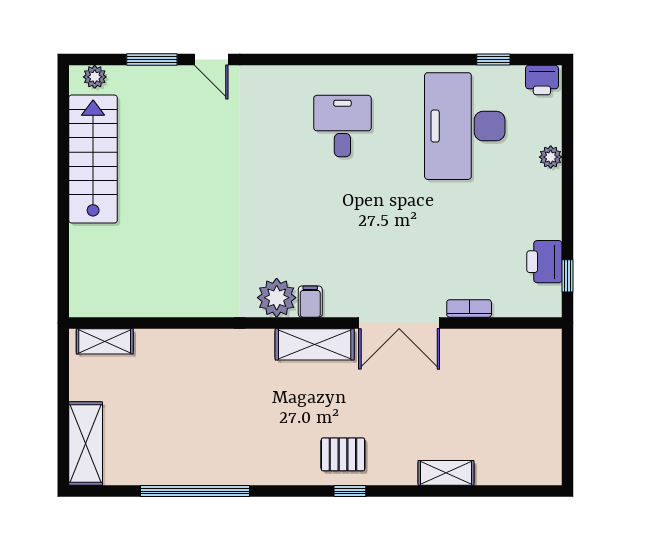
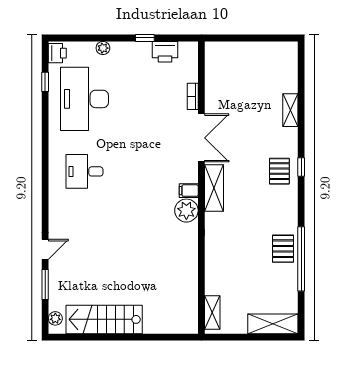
desk: (465, 126) -> (85, 99), turned 90
window: (568, 276) -> (145, 38), moved
pallet: (212, 461) -> (283, 249), added

